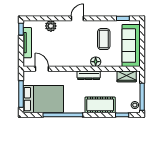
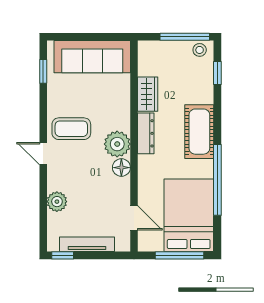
coffee table: (104, 39) -> (71, 129), moved
plant: (83, 59) -> (117, 144), added
floor lamp: (96, 62) -> (121, 168), moved
door: (42, 69) -> (134, 218), swing flipped
wardrobe: (127, 76) -> (148, 94), moved
cot: (100, 105) -> (199, 132), moved

